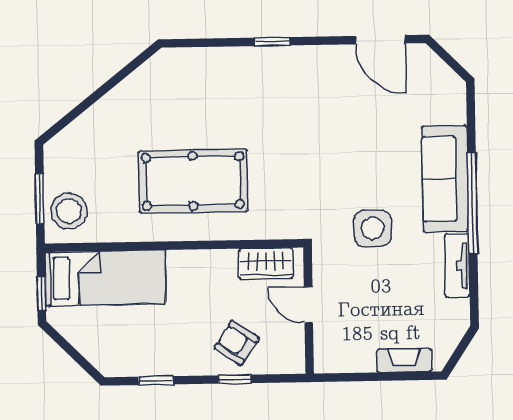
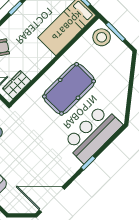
door: (380, 40) -> (52, 200), width x1.36
bar counter: (223, 79) -> (93, 134), added

